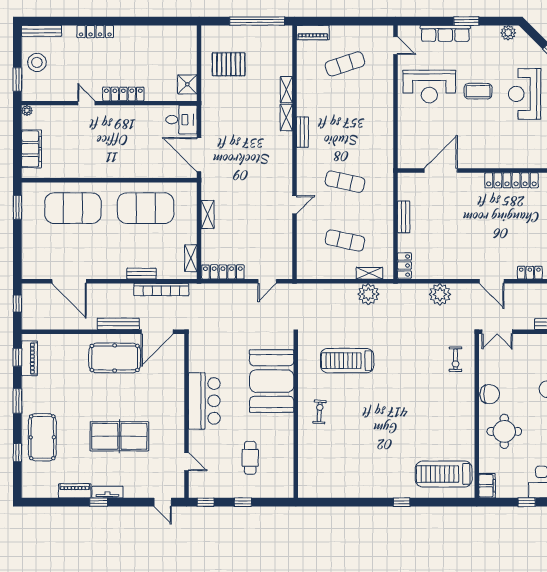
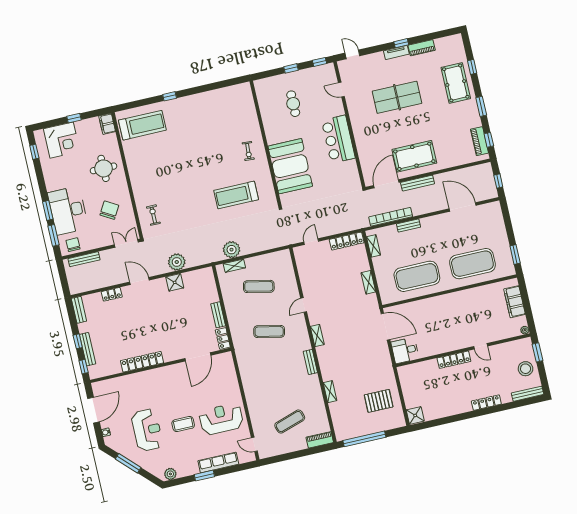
shower: (187, 84) -> (415, 415), moved
shelving: (286, 118) -> (317, 336), moved
locker: (404, 266) -> (223, 338), moved
shower: (448, 270) -> (175, 282), added
treadmill: (347, 361) -> (236, 195), turned 180
chair: (490, 394) -> (109, 210), moved, turned 120

